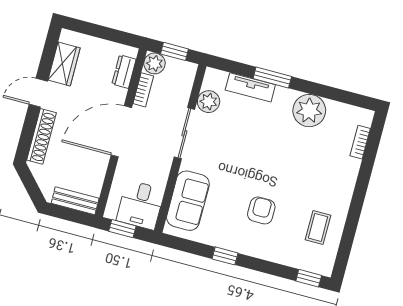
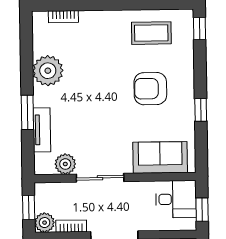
armchair: (261, 210) -> (150, 89), width x1.38, depth x1.38
coffee table: (318, 227) -> (151, 33), width x1.36, depth x1.30

